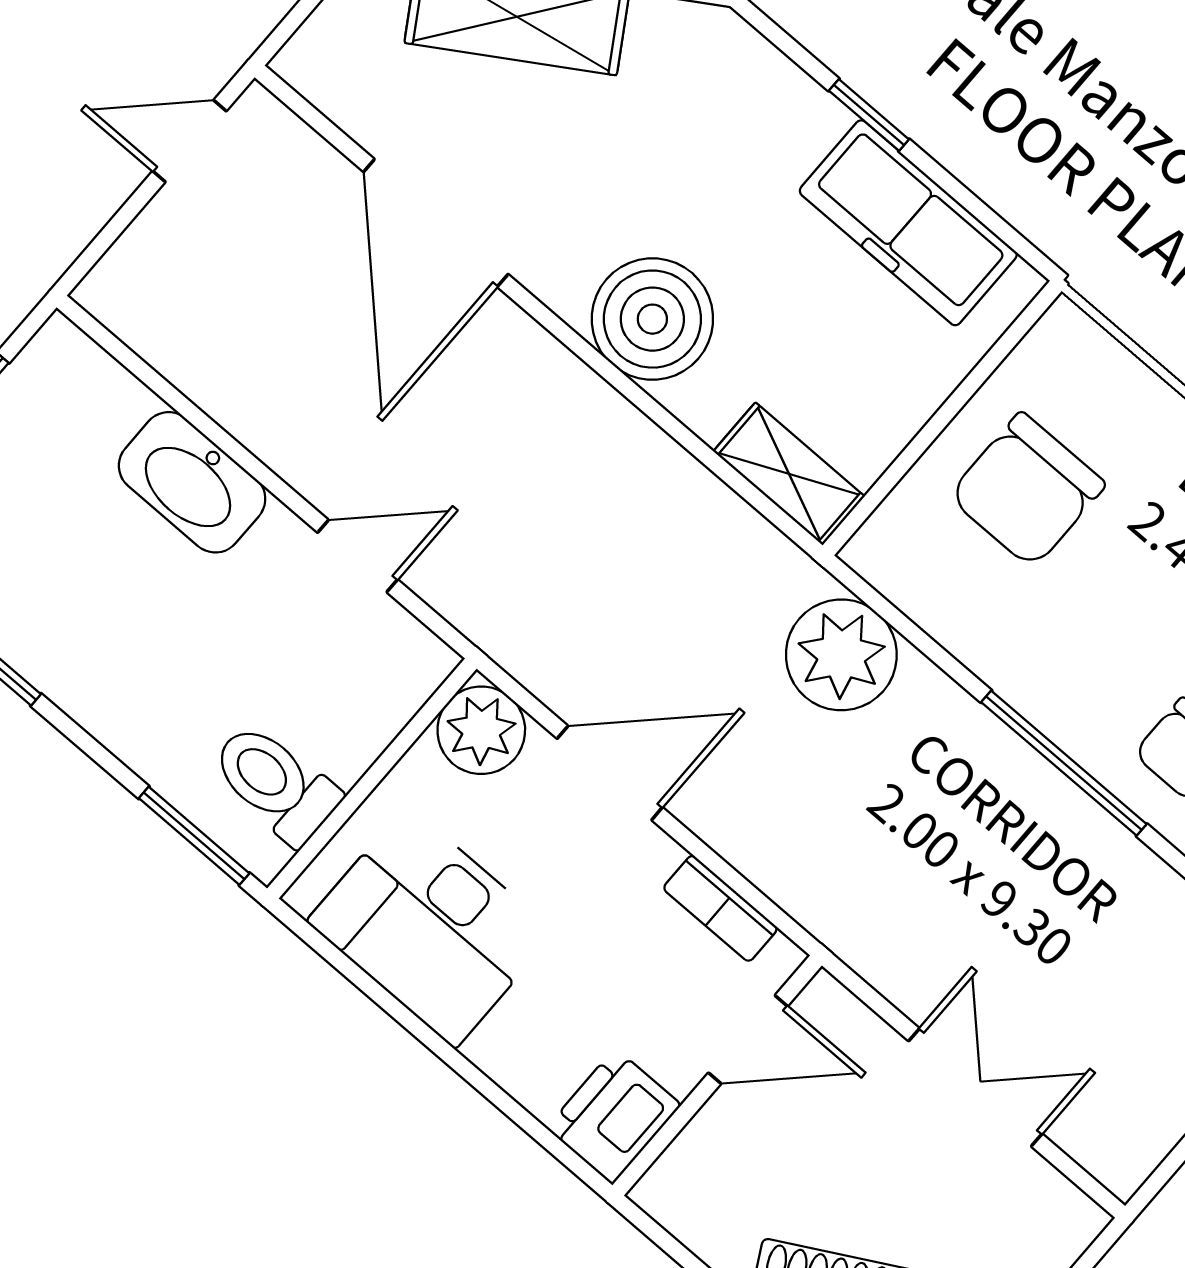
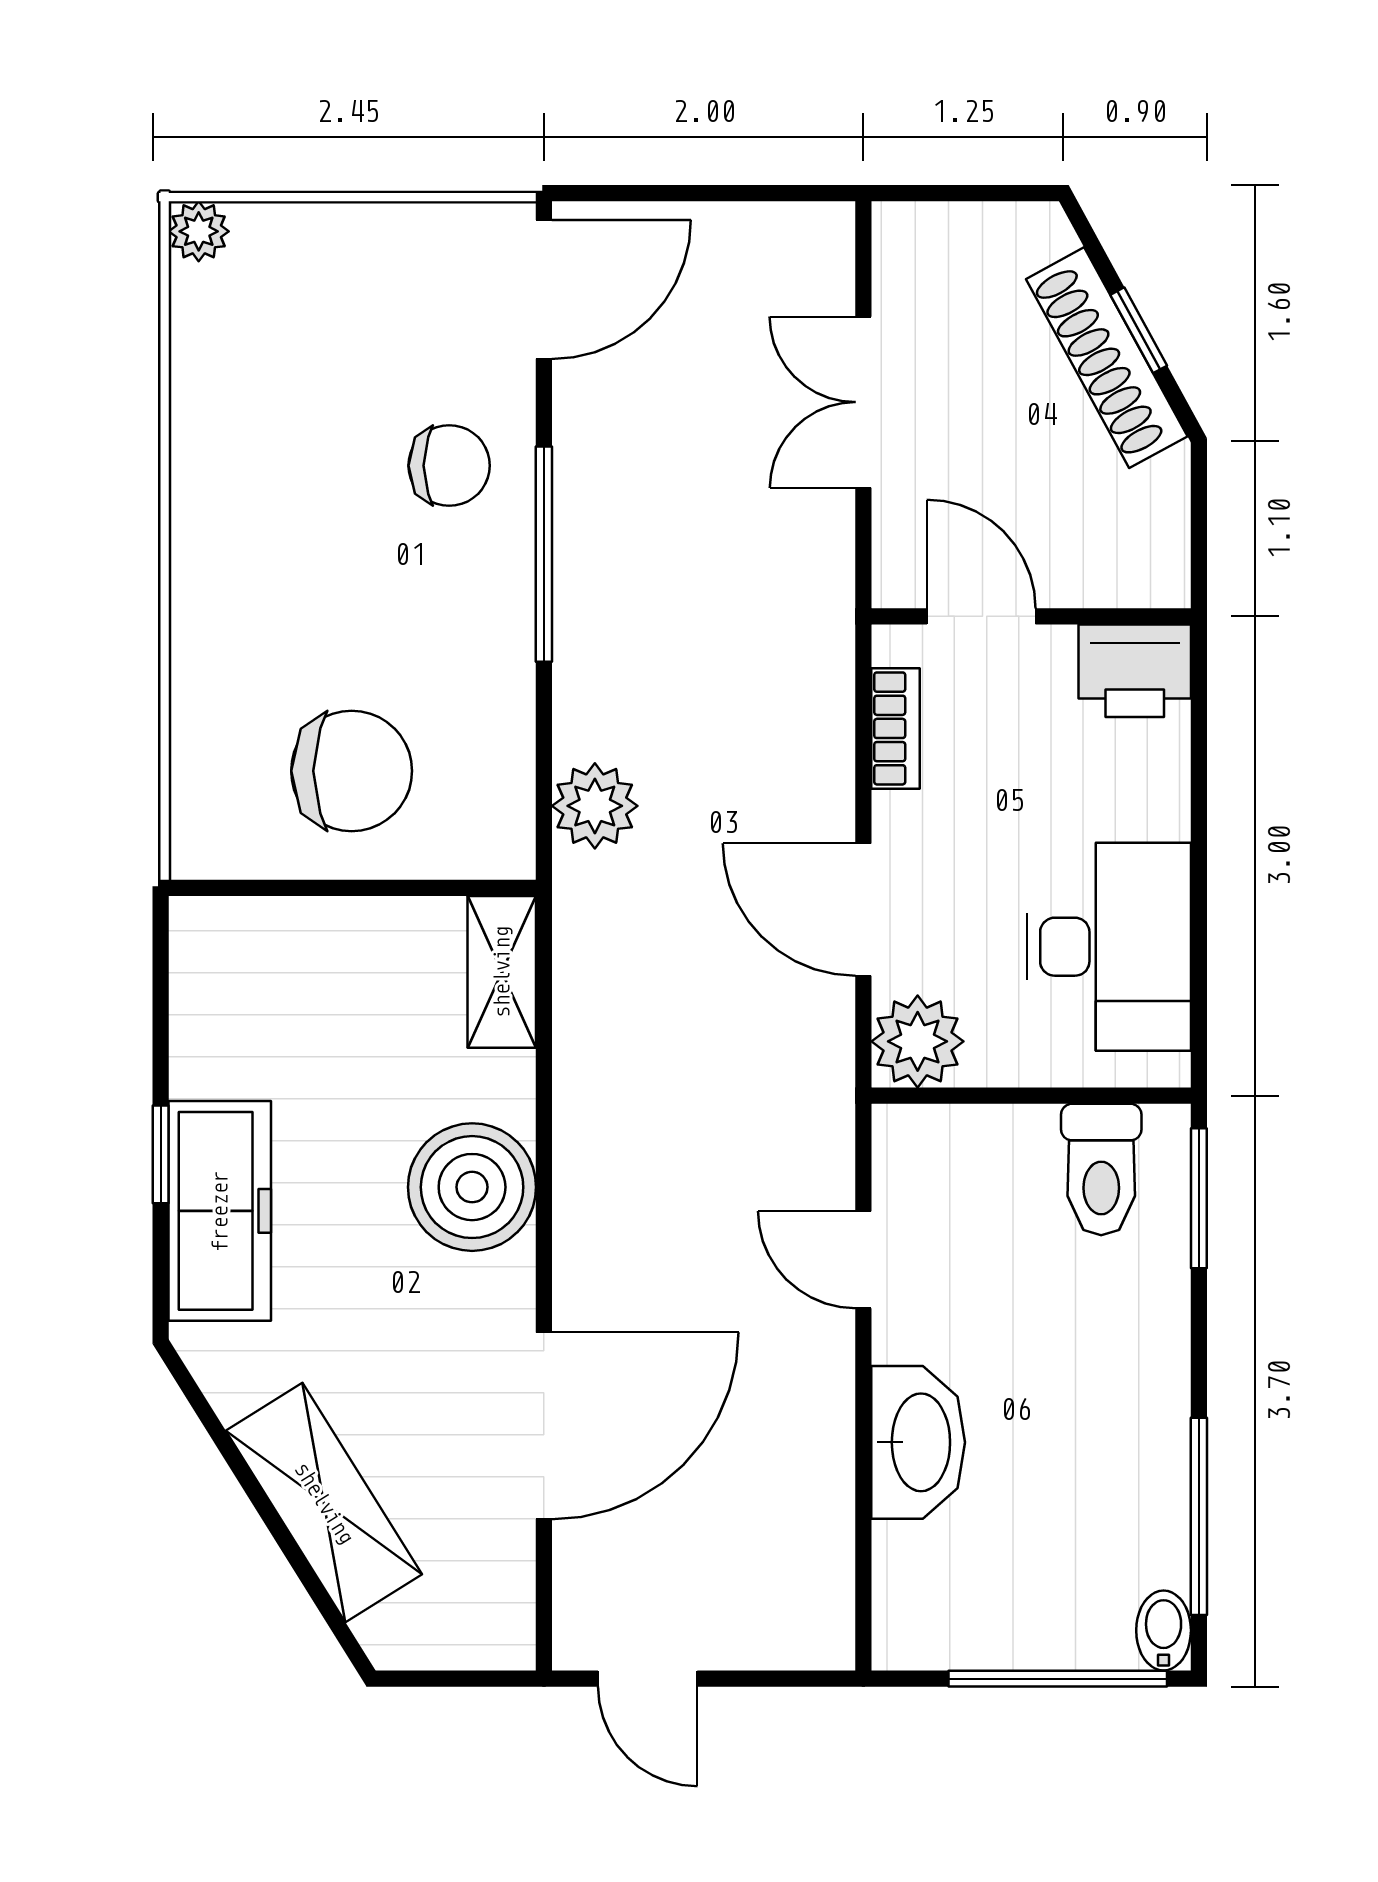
freezer: (908, 223) -> (220, 1211), moved
plant: (841, 655) -> (595, 806), width x0.73, depth x0.73

